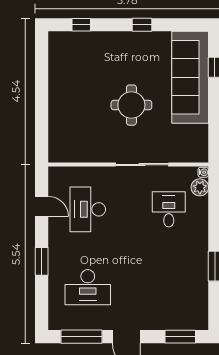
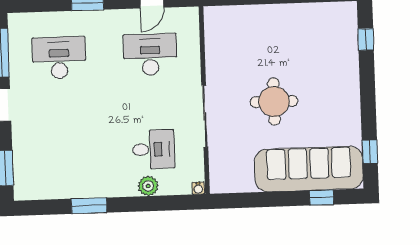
window: (142, 25) -> (370, 152), moved
plant: (200, 187) -> (148, 186), moved
desk: (88, 287) -> (59, 58), turned 90

